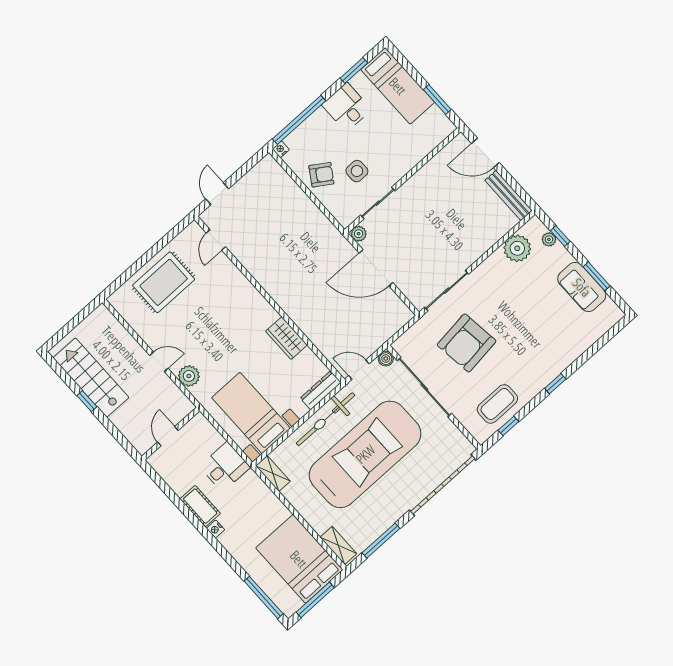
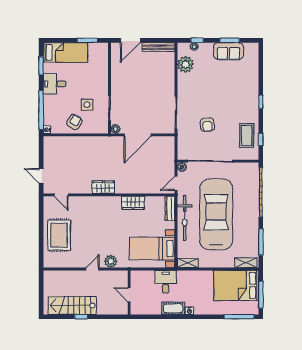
wardrobe: (273, 284) -> (103, 187), added
armchair: (467, 343) -> (207, 125), width x0.53, depth x0.53

